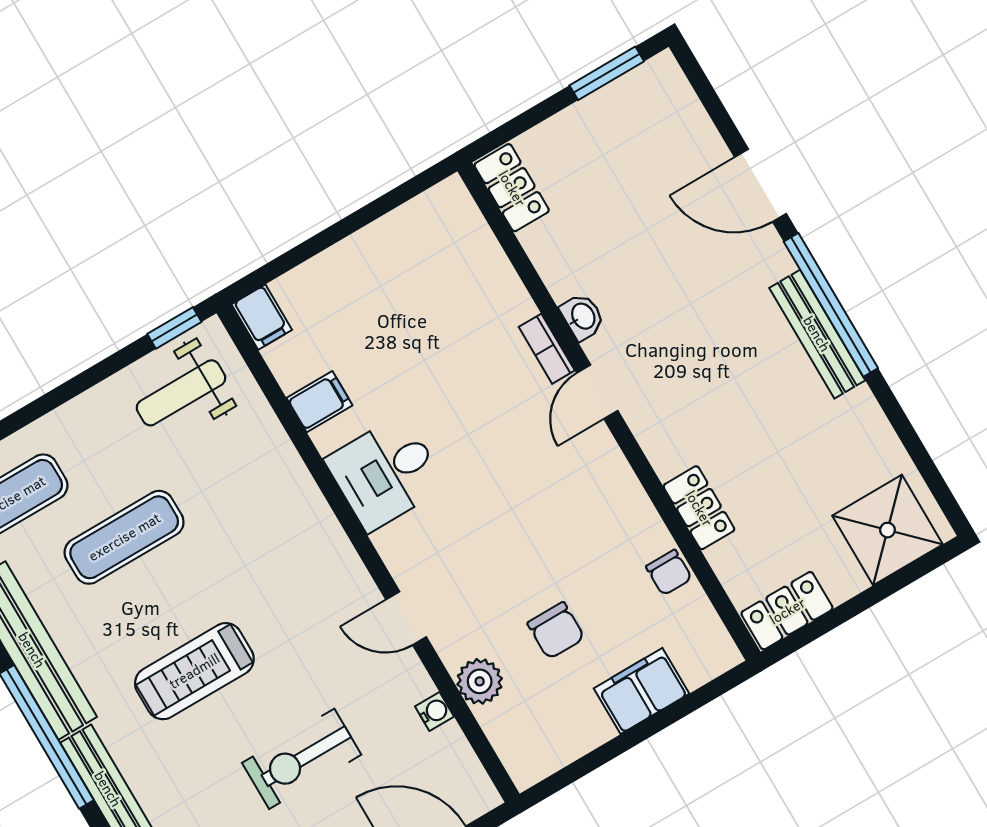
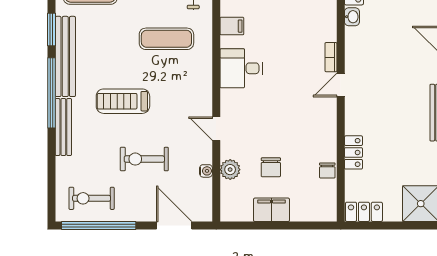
washbasin: (582, 317) -> (352, 17), moved
exercise mat: (124, 537) -> (166, 39), moved
filing cabinet: (642, 691) -> (271, 210), moved

